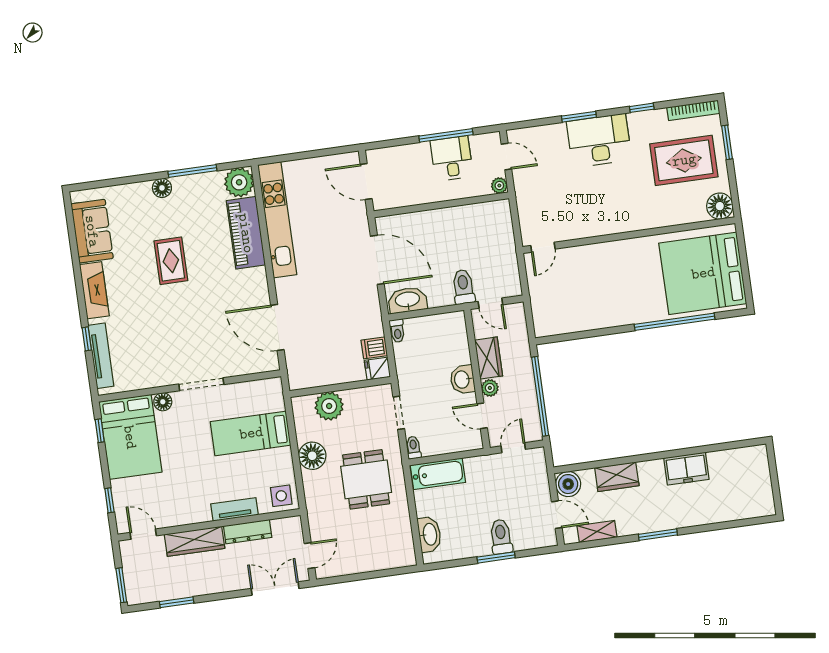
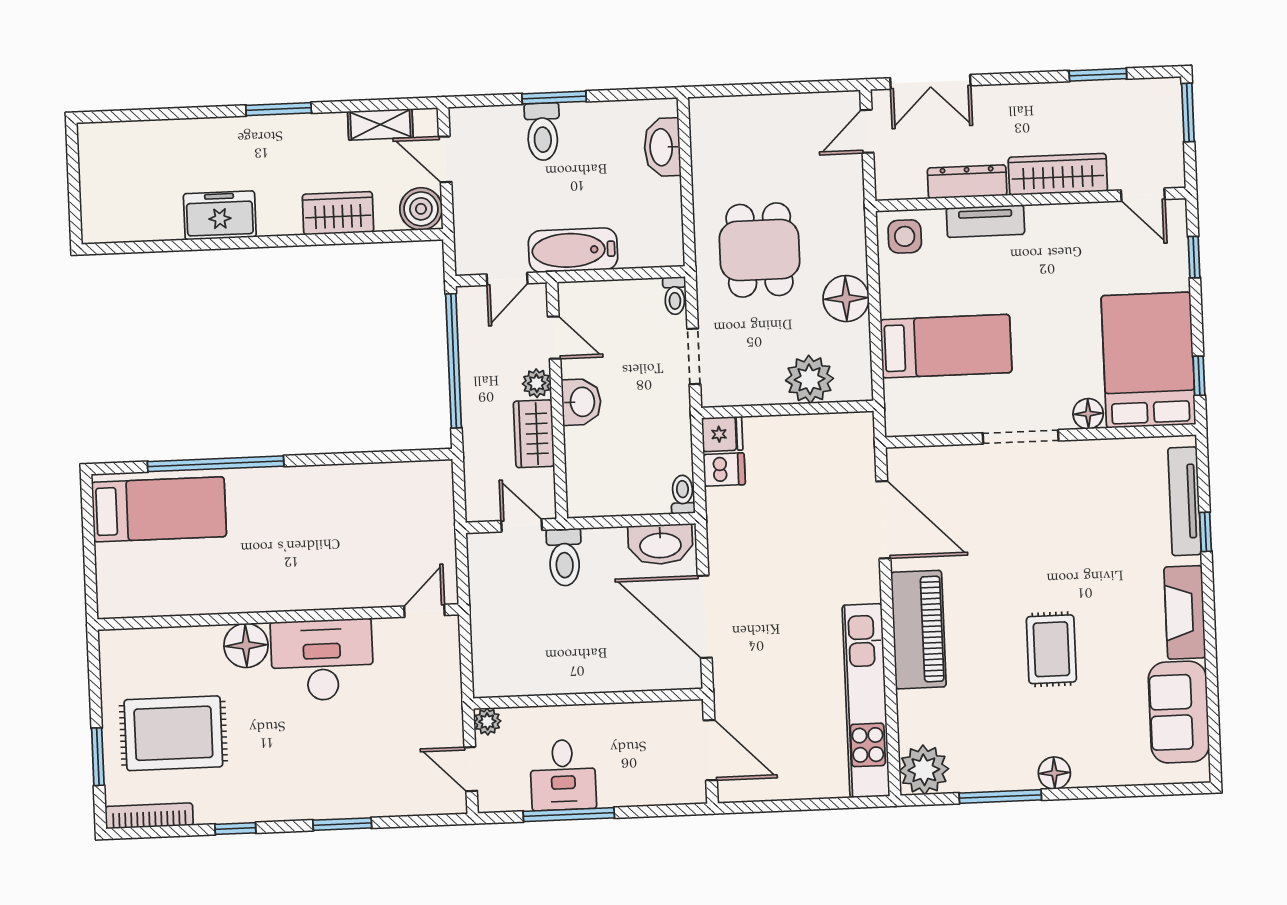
desk: (599, 141) -> (322, 660), moved, turned 180
floor lamp: (720, 206) -> (246, 645), moved
piano: (246, 233) -> (918, 630), moved
bed: (703, 273) -> (159, 509), width x0.49
bathtub: (438, 474) -> (573, 250), moved

